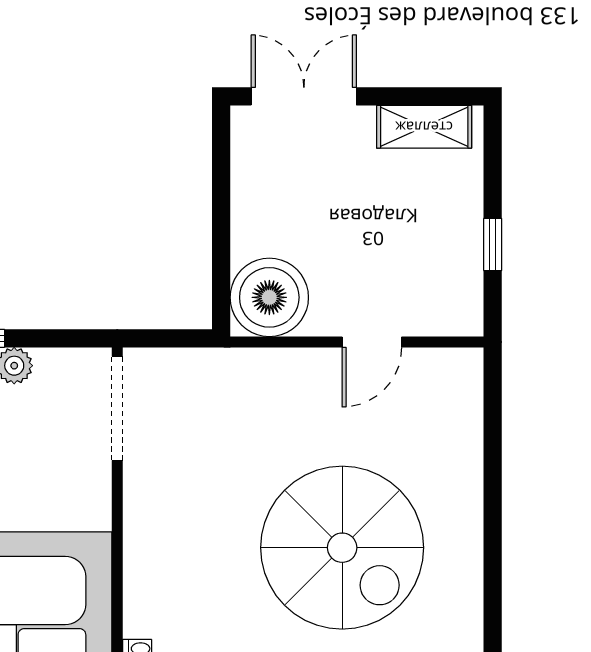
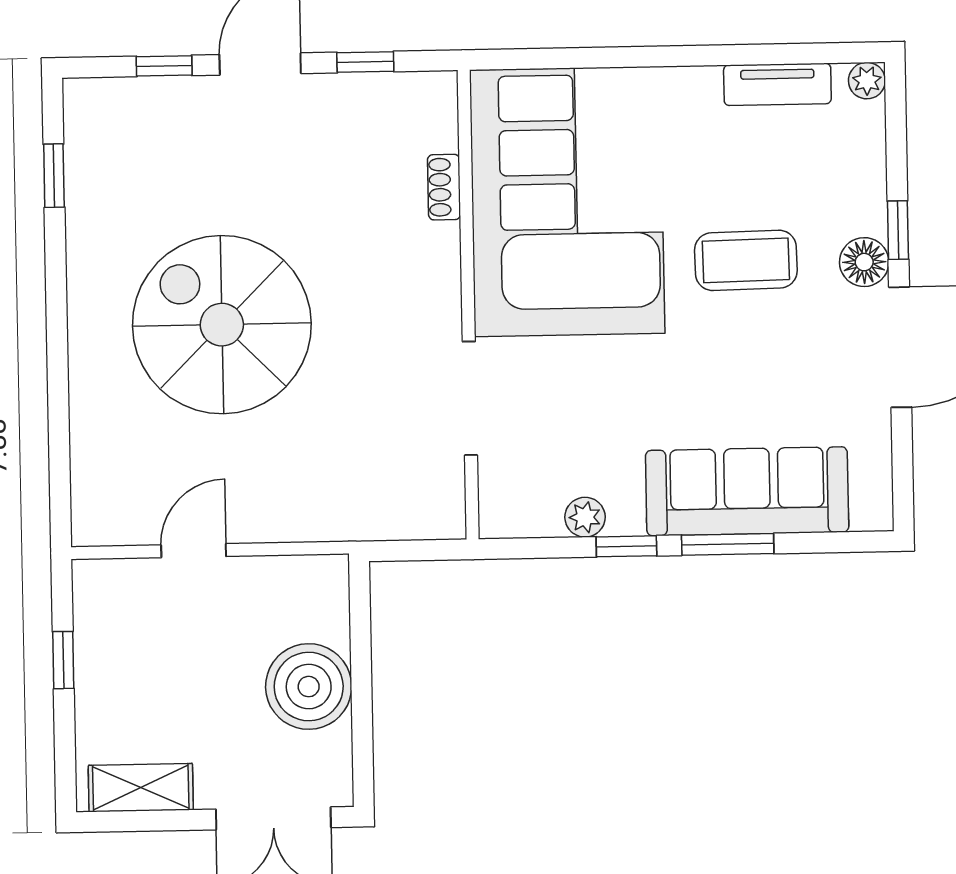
boiler: (269, 297) -> (309, 687), moved
doorway: (117, 408) -> (470, 398), moved

